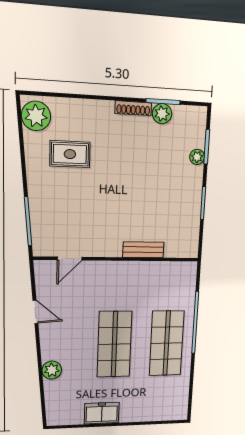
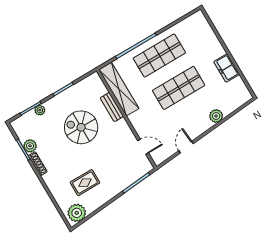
rug: (70, 154) -> (85, 183), turned 90
spiral stairs: (143, 195) -> (81, 127), added
shelving: (159, 272) -> (119, 89), added

